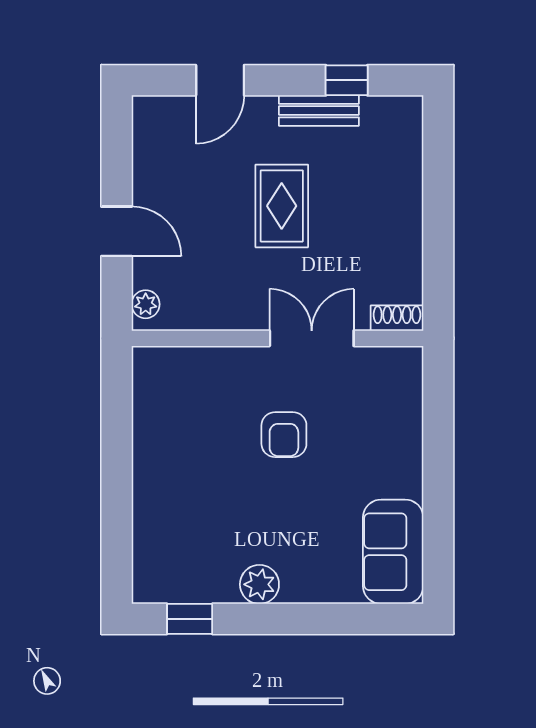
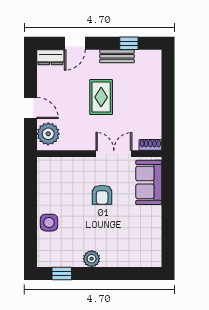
dresser: (163, 113) -> (50, 57), added
plant: (146, 304) -> (48, 134), width x1.88, depth x1.88
side table: (160, 500) -> (49, 223), added
sofa: (393, 552) -> (149, 182), moved

